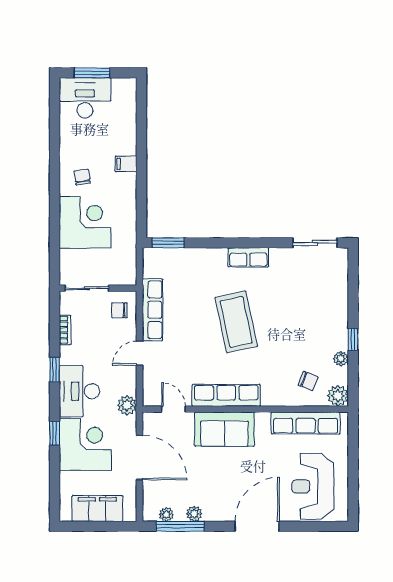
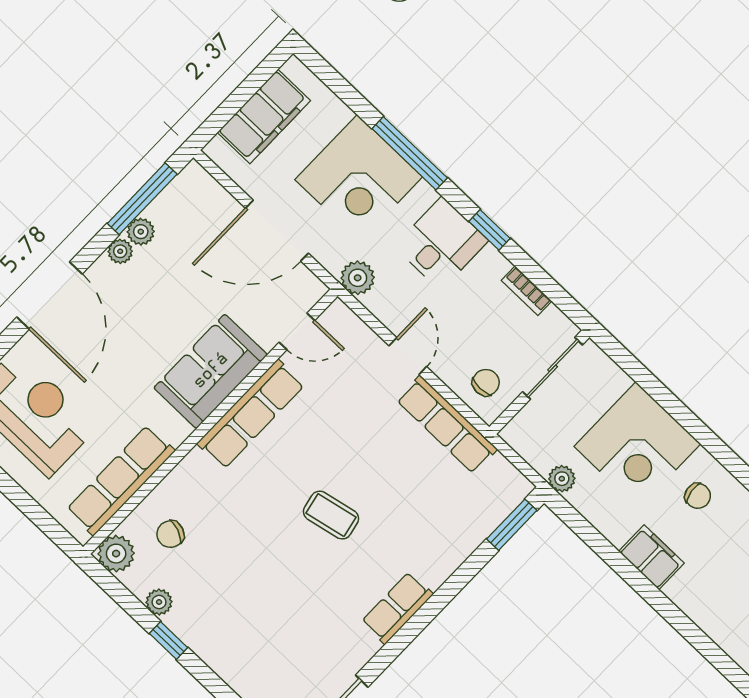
filing cabinet: (126, 164) -> (651, 557), width x2.00
plant: (129, 240) -> (562, 479), added
coffee table: (236, 322) -> (331, 515), width x0.54, depth x0.58
desk: (79, 391) -> (441, 243), width x0.73
window: (55, 433) -> (410, 153), width x2.17
plant: (166, 514) -> (120, 251), moved

